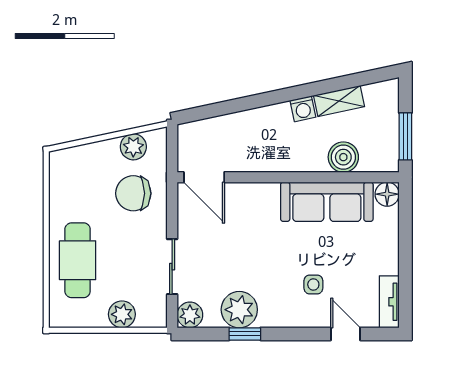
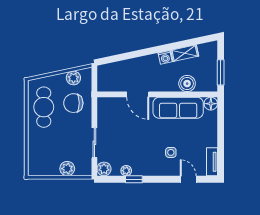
door: (204, 177) -> (138, 94), moved
cafe table: (78, 260) -> (44, 107), moved
plant: (239, 310) -> (126, 171), width x0.53, depth x0.53

